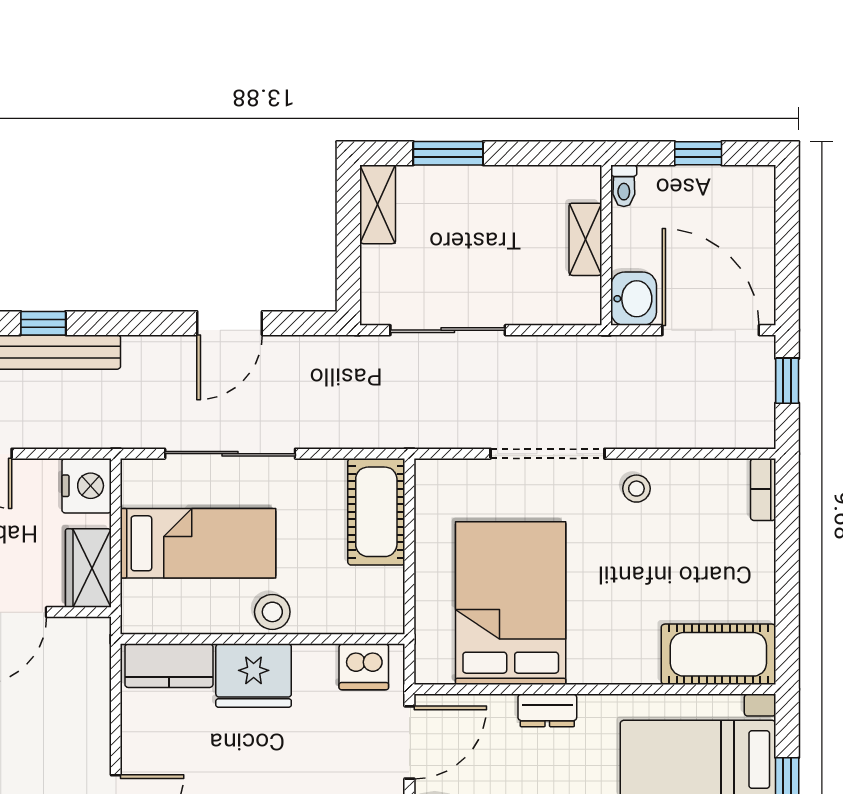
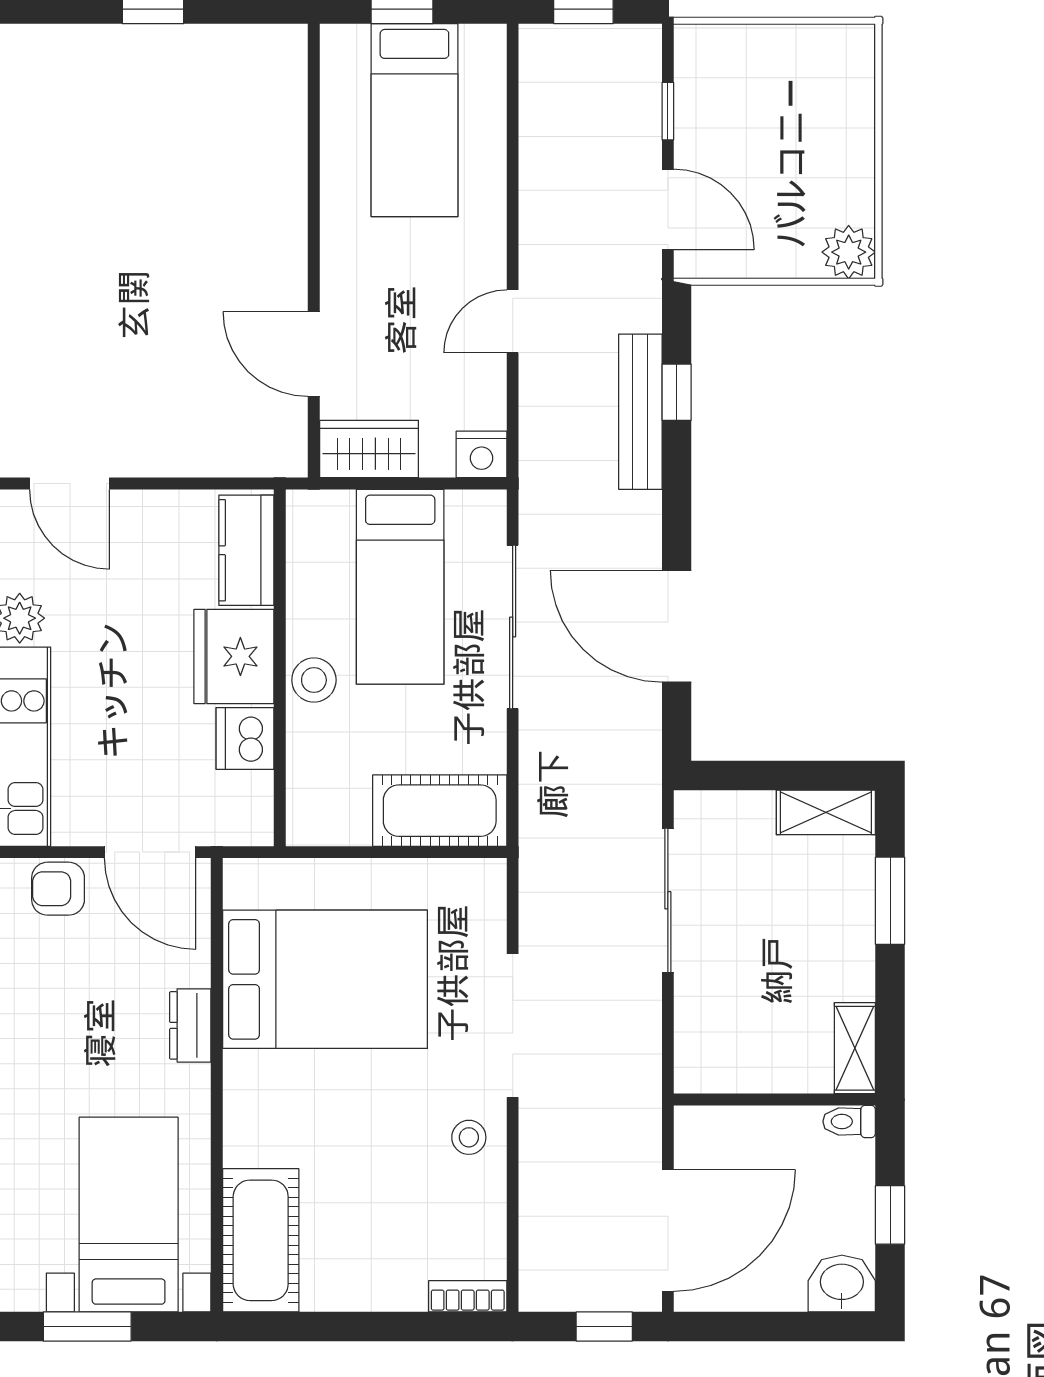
shelving: (585, 239) -> (855, 1048), moved, turned 90
washbasin: (634, 299) -> (842, 1284), moved, turned 180
door: (230, 323) -> (677, 626), width x1.36
nightstand: (87, 486) -> (482, 454), width x0.74, depth x0.75
dishwasher: (364, 667) -> (245, 739), moved

